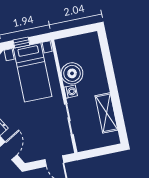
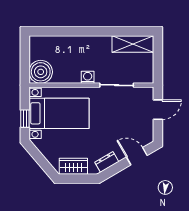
boiler: (72, 73) -> (41, 72), moved
shelving: (106, 113) -> (133, 44), moved

